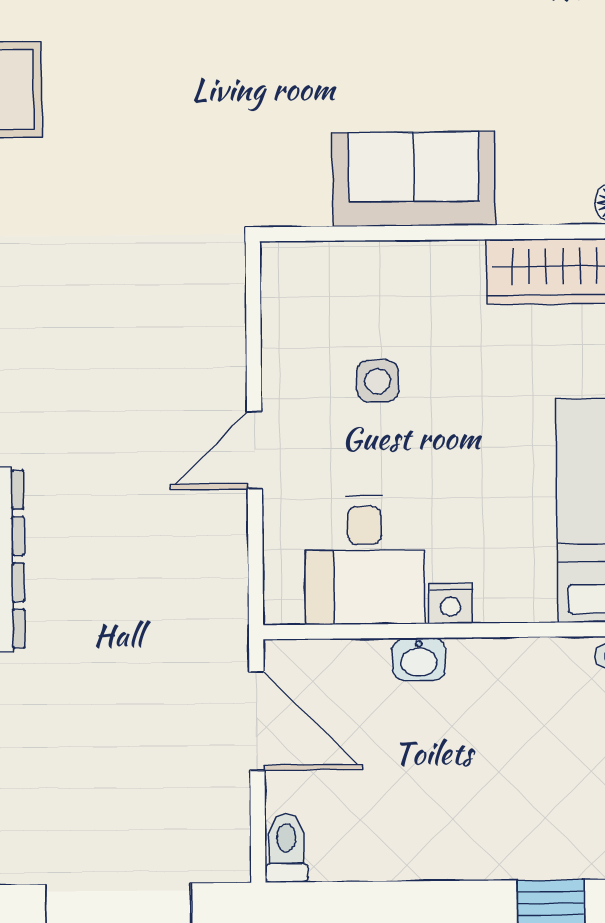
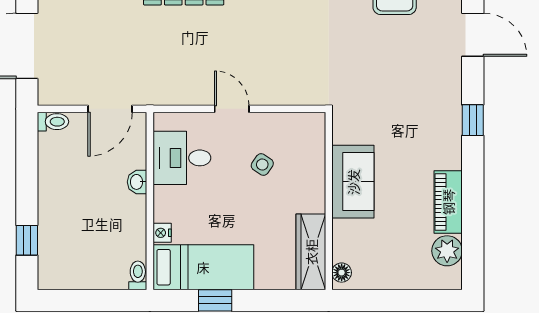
side table: (378, 381) -> (262, 164), turned 35
nightstand: (451, 603) -> (162, 233), moved

